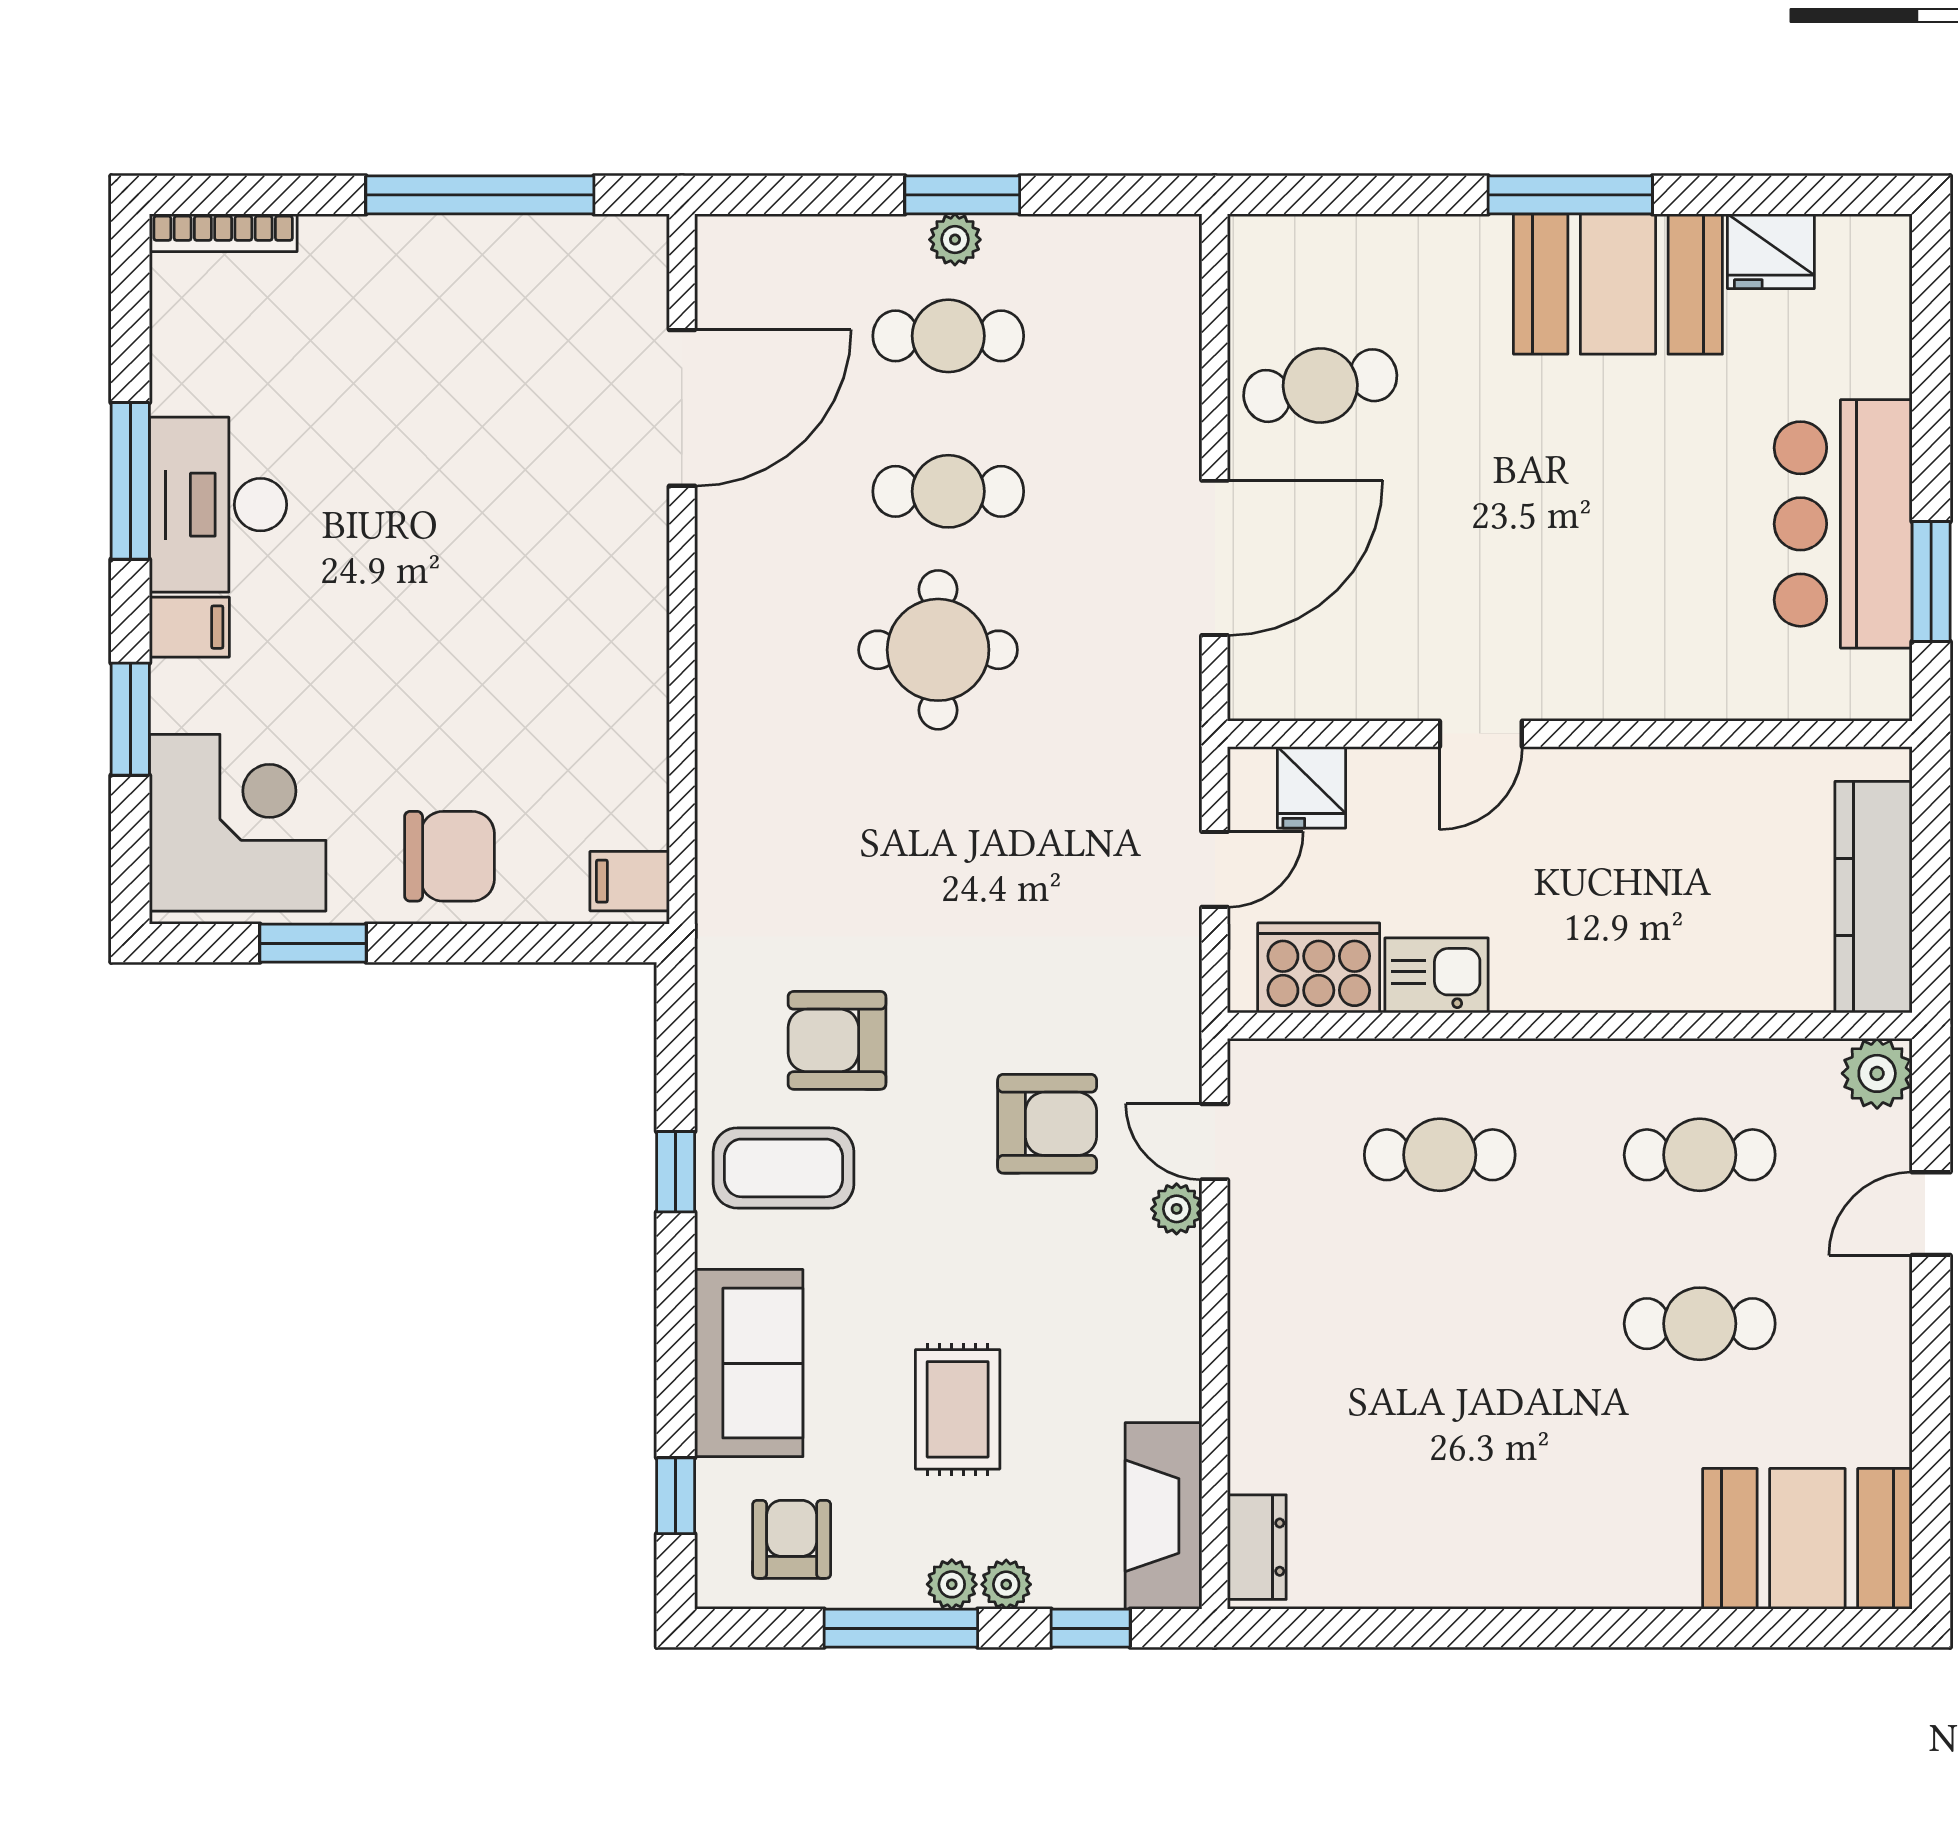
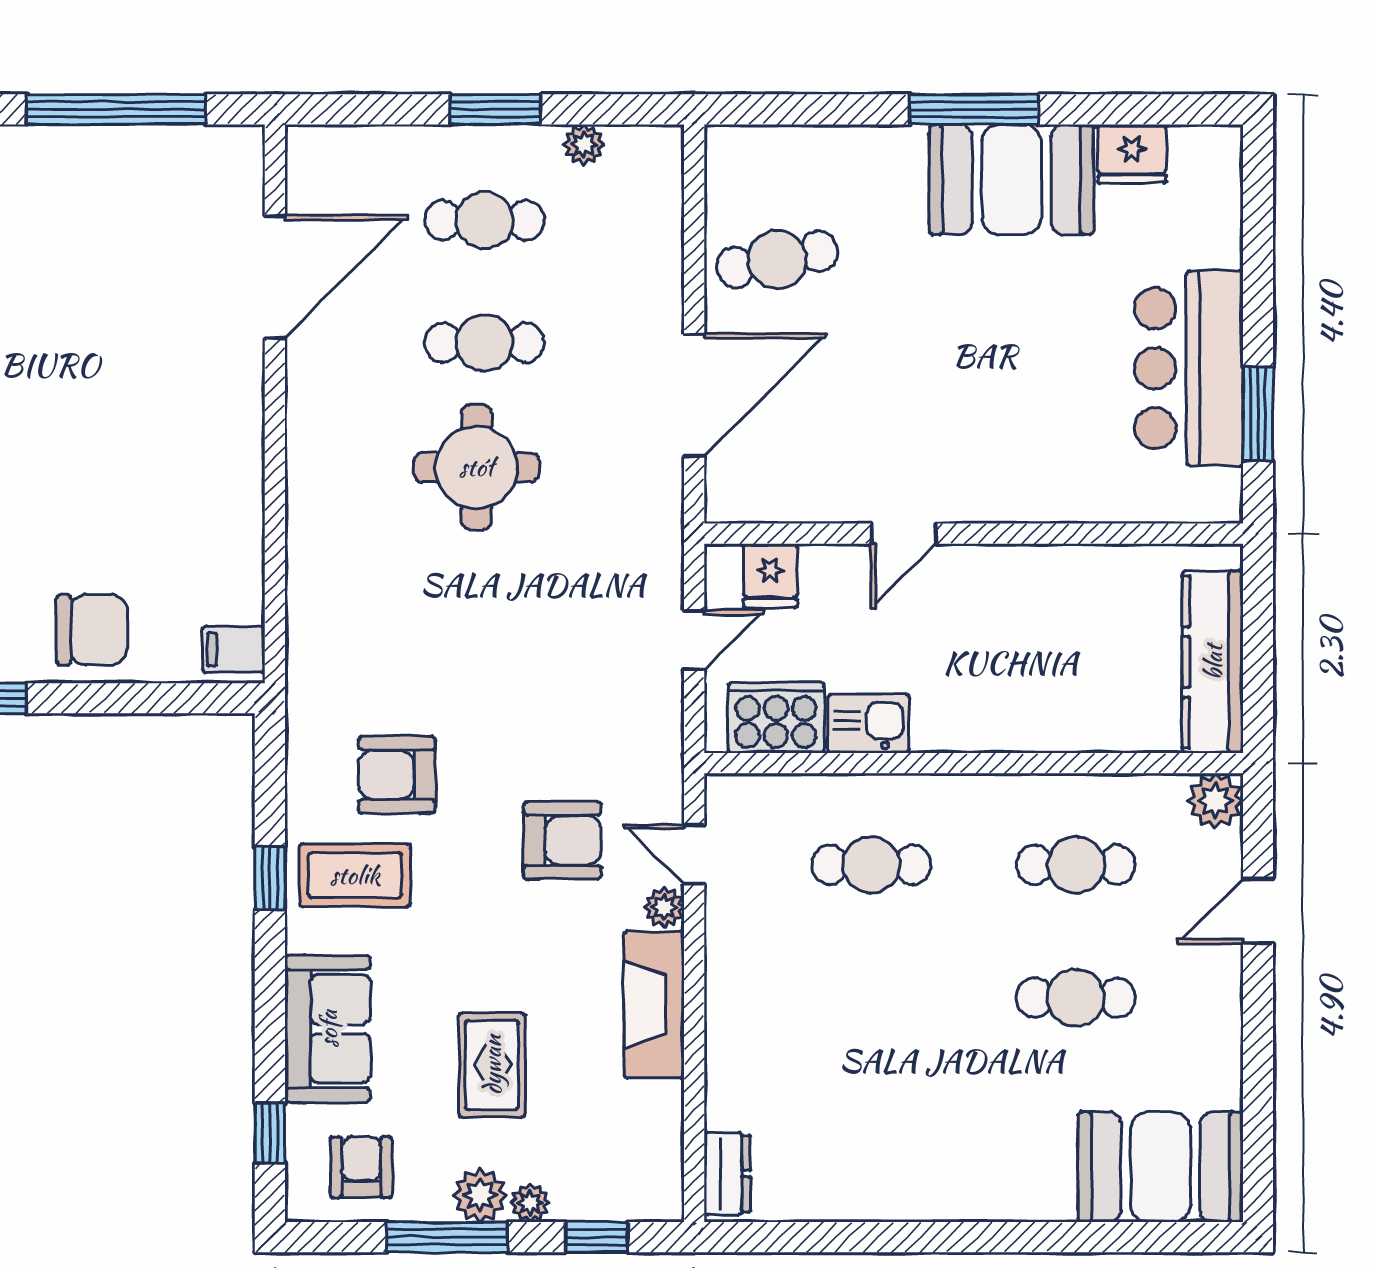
plant: (955, 240) -> (584, 145), moved
fireplace: (1164, 1516) -> (654, 1005), moved
plant: (952, 1584) -> (480, 1195), width x1.38, depth x1.38

